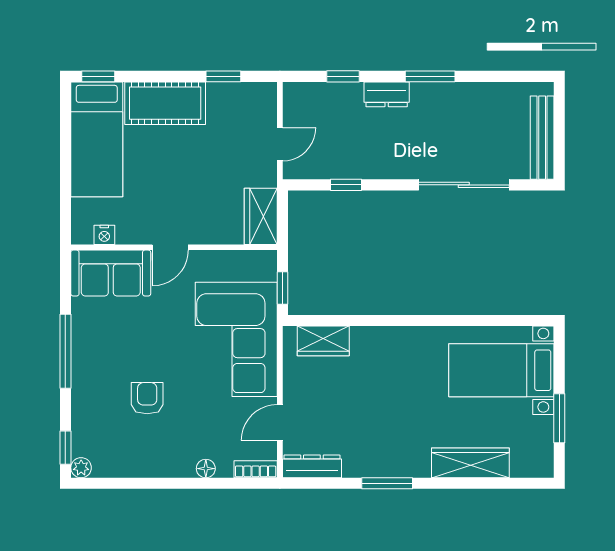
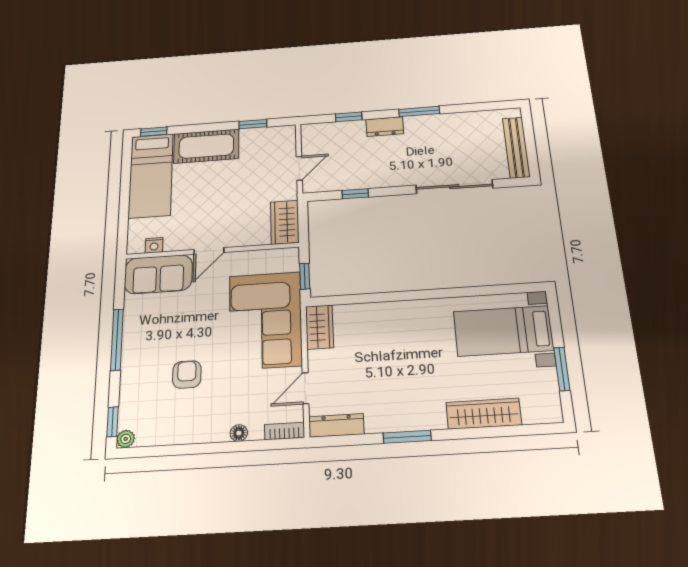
wardrobe: (323, 341) -> (319, 327), moved, turned -90

